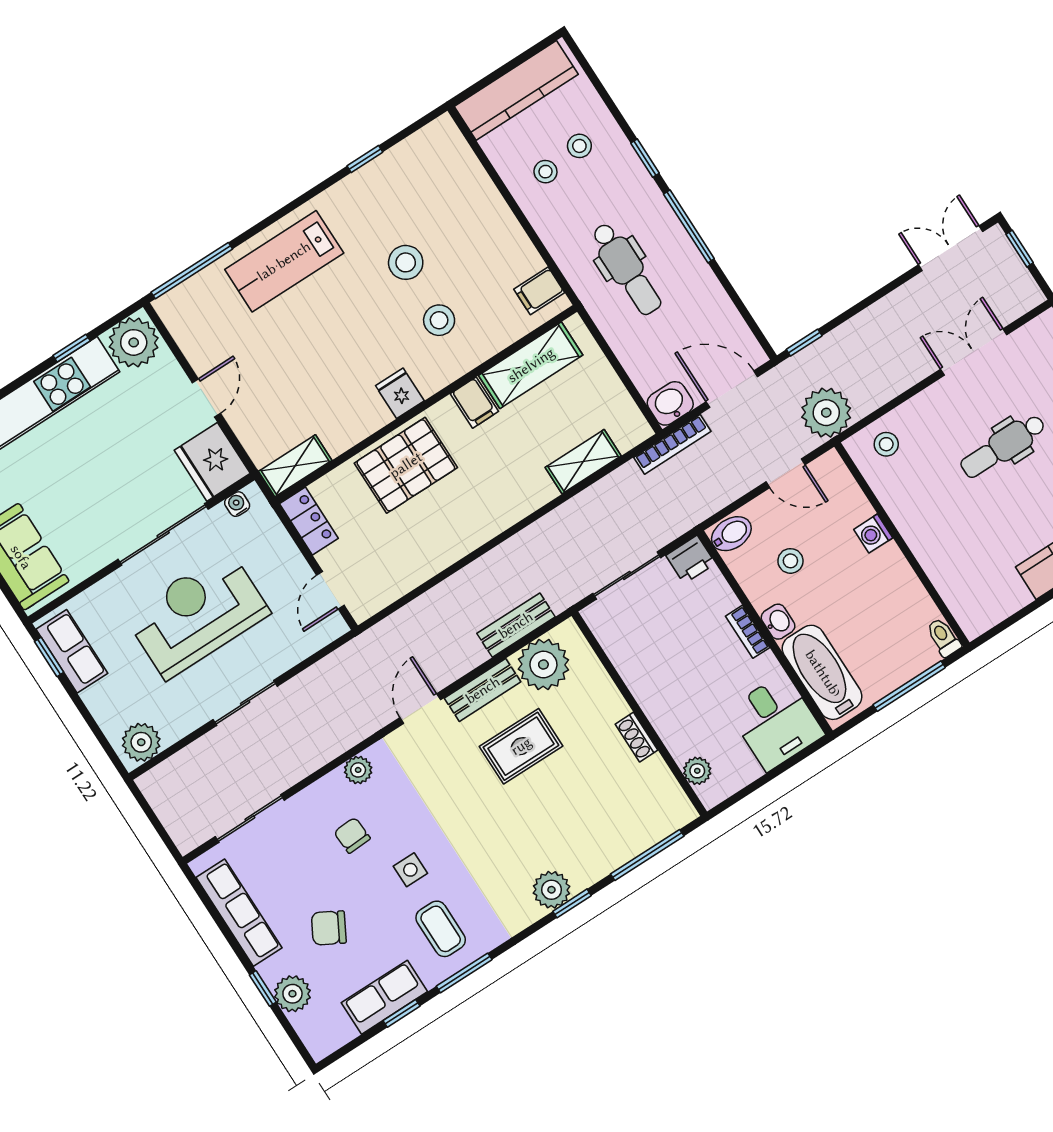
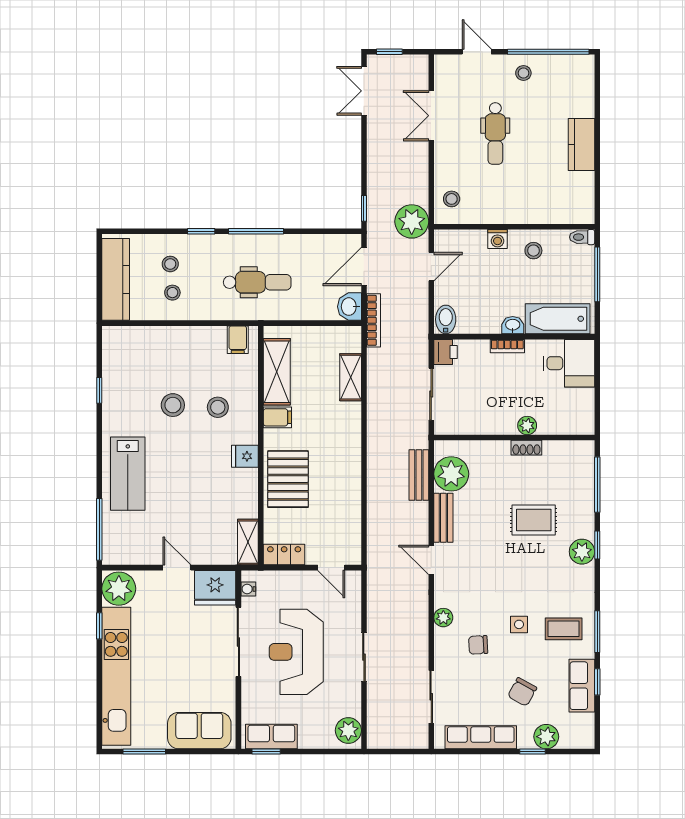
stool: (790, 561) -> (533, 251), moved
rug: (521, 746) -> (534, 520), moved, turned 90
plant: (697, 771) -> (527, 426), moved

